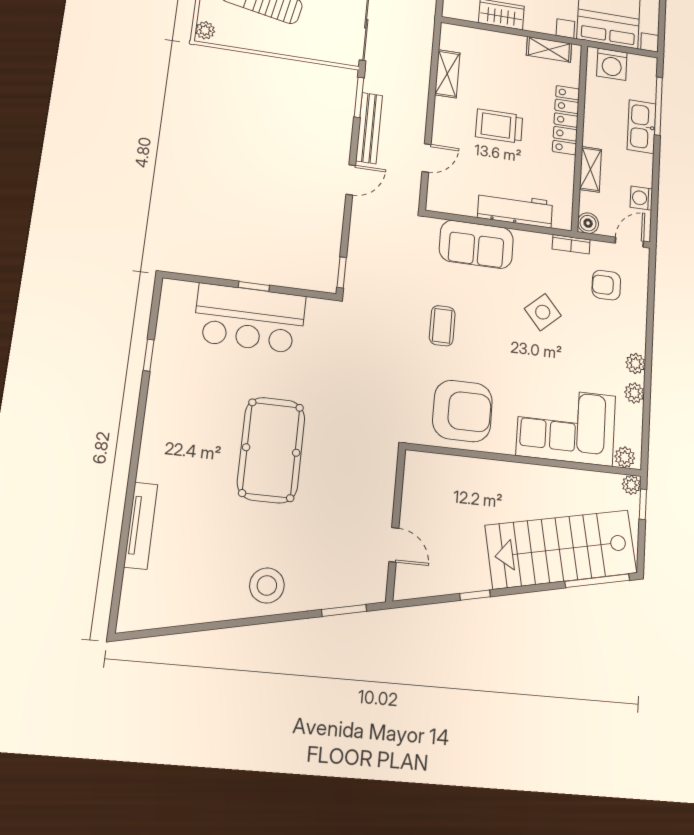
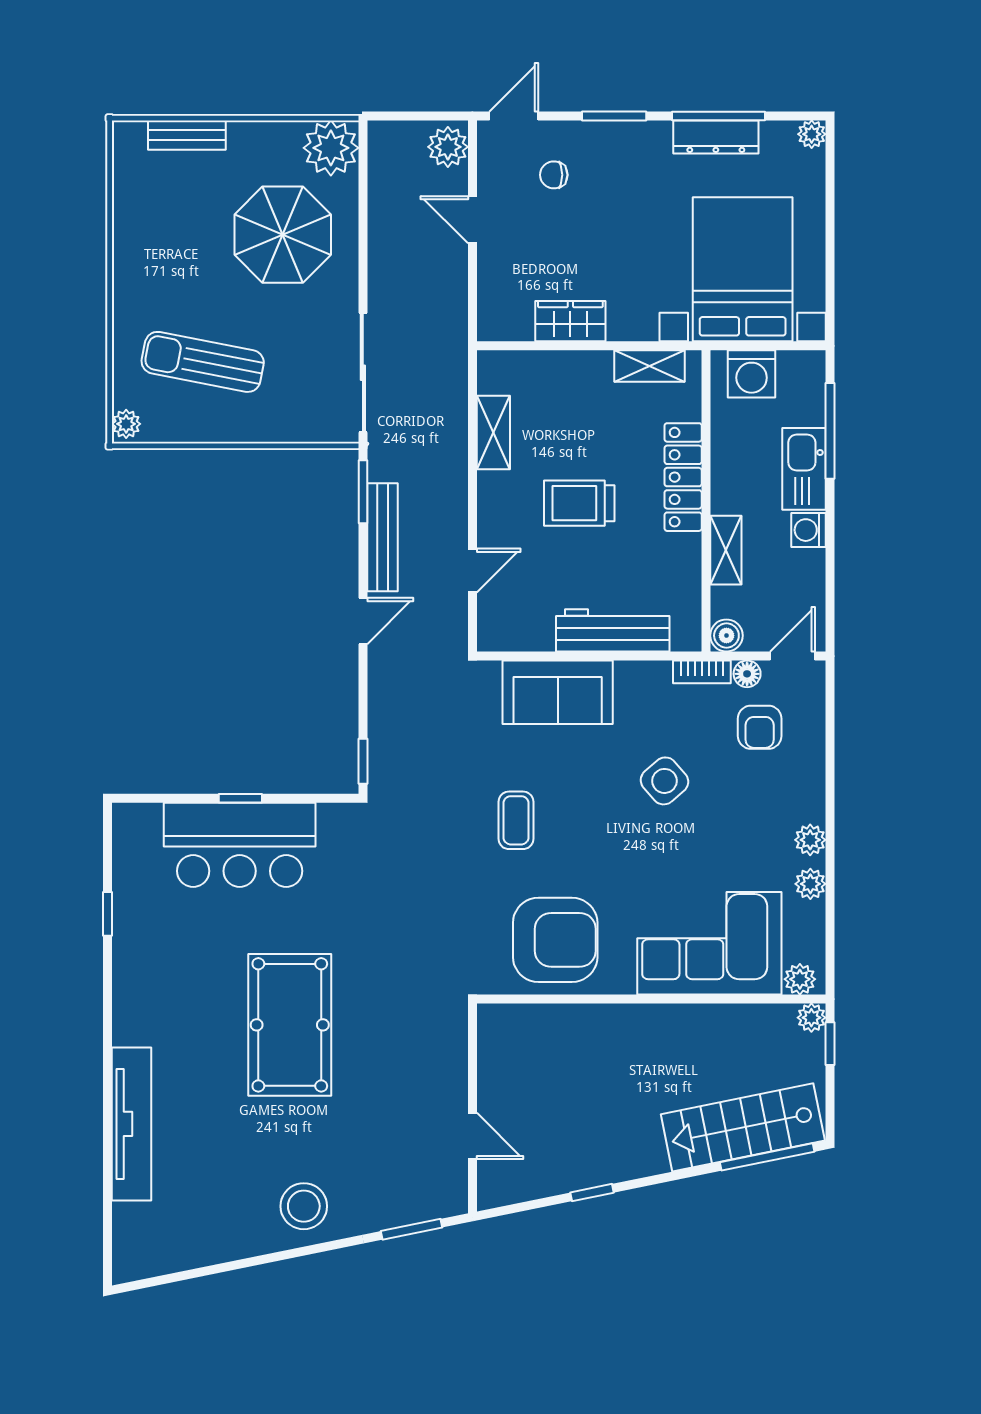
washing machine: (641, 198) -> (808, 530), moved
floor lamp: (600, 249) -> (747, 674), added
armchair: (606, 285) -> (760, 727), turned -90
tv unit: (141, 526) -> (131, 1124), width x1.36, depth x1.29
stairs: (561, 549) -> (743, 1127), width x0.73, depth x0.66

